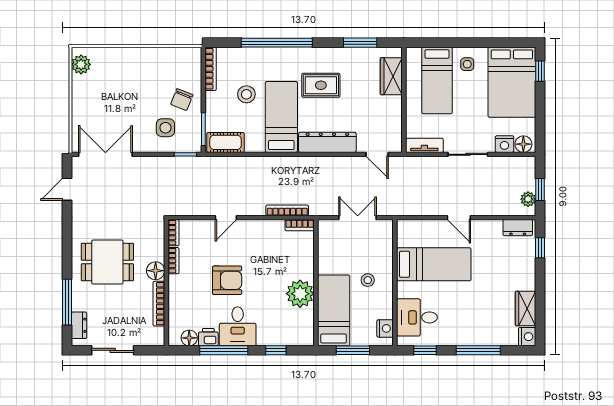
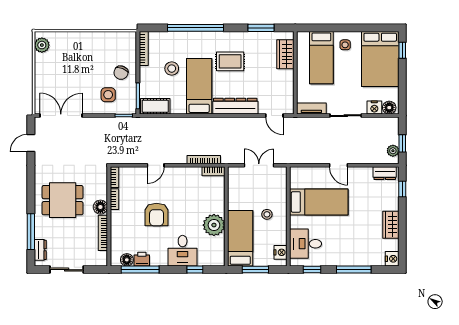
armchair: (227, 280) -> (157, 215), turned 90
wardrobe: (526, 309) -> (391, 225), moved
desk: (238, 326) -> (183, 251), moved
window: (224, 350) -> (140, 270), moved

